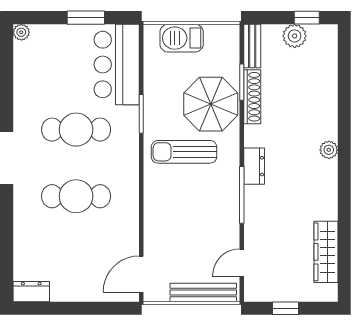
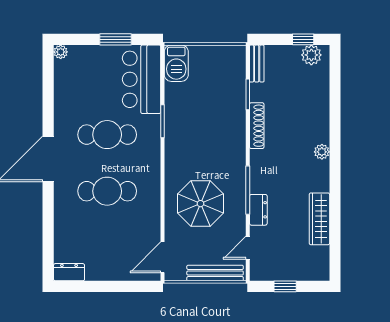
plant: (295, 36) -> (311, 55), moved
barbecue: (182, 38) -> (176, 63), moved, turned -90
shoe rack: (252, 97) -> (257, 126), moved
parasol: (211, 104) -> (200, 204), moved
sun lounger: (184, 152) -> (199, 153), removed
dresser: (254, 166) -> (258, 210), moved
wardrobe: (326, 252) -> (319, 219), moved

